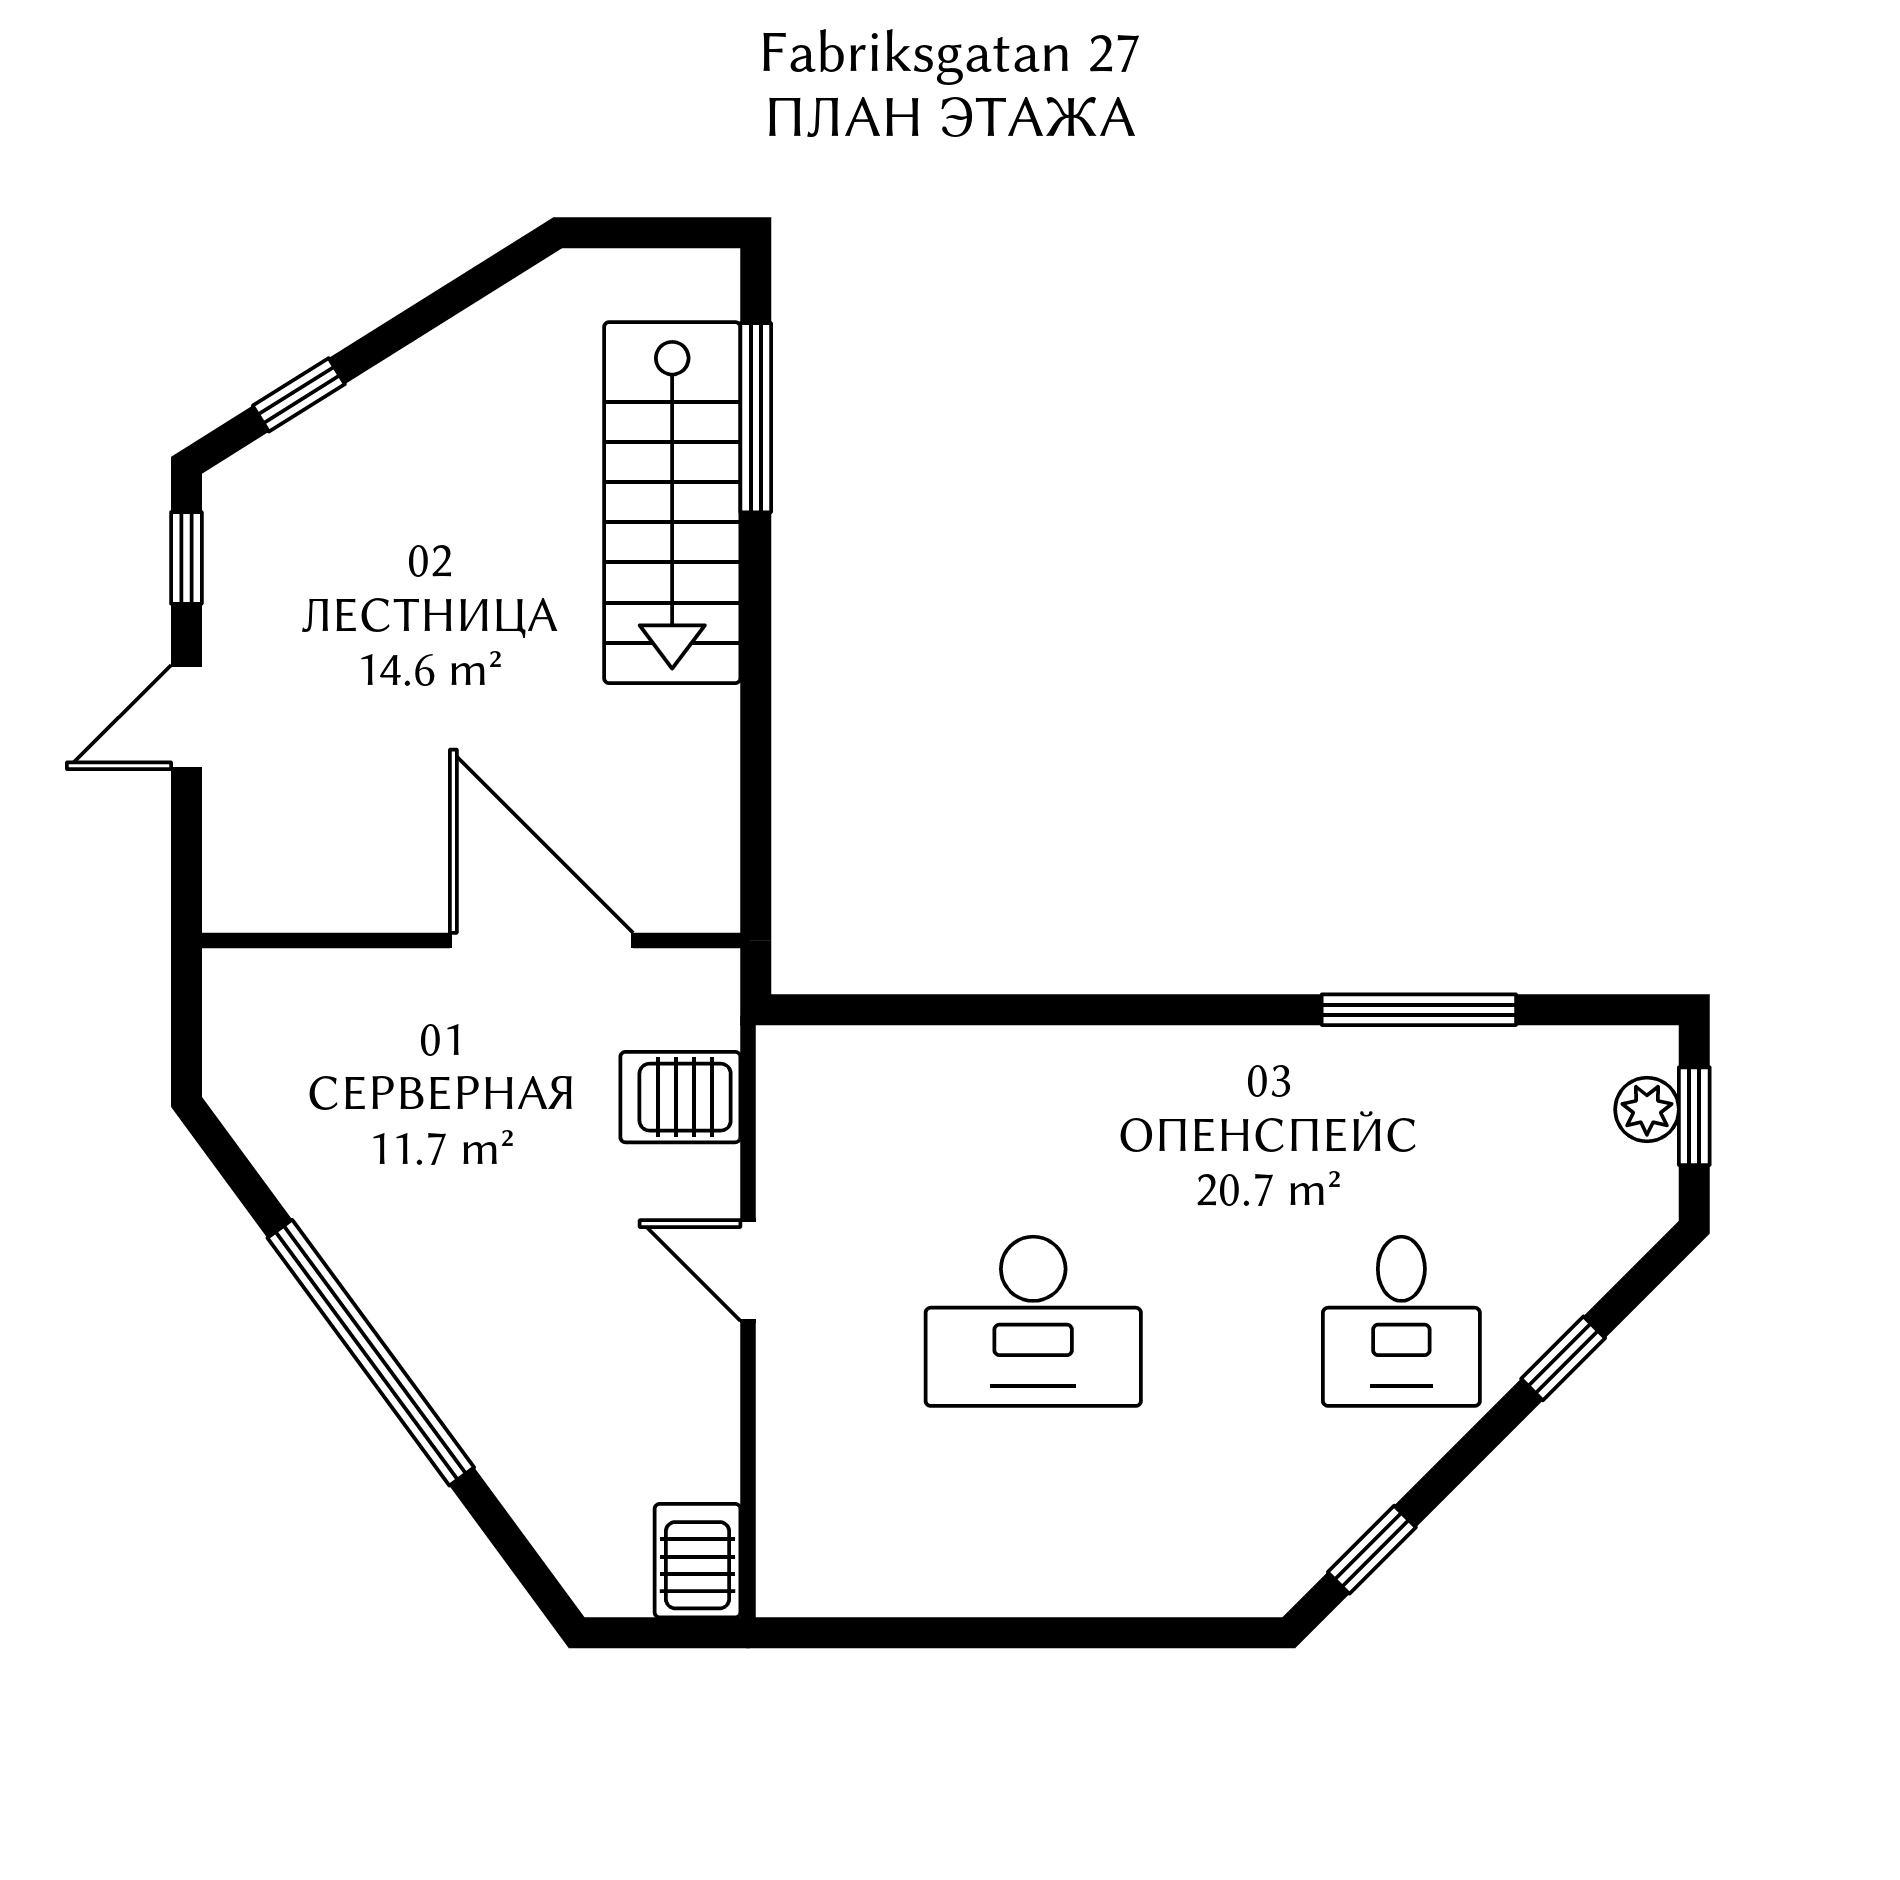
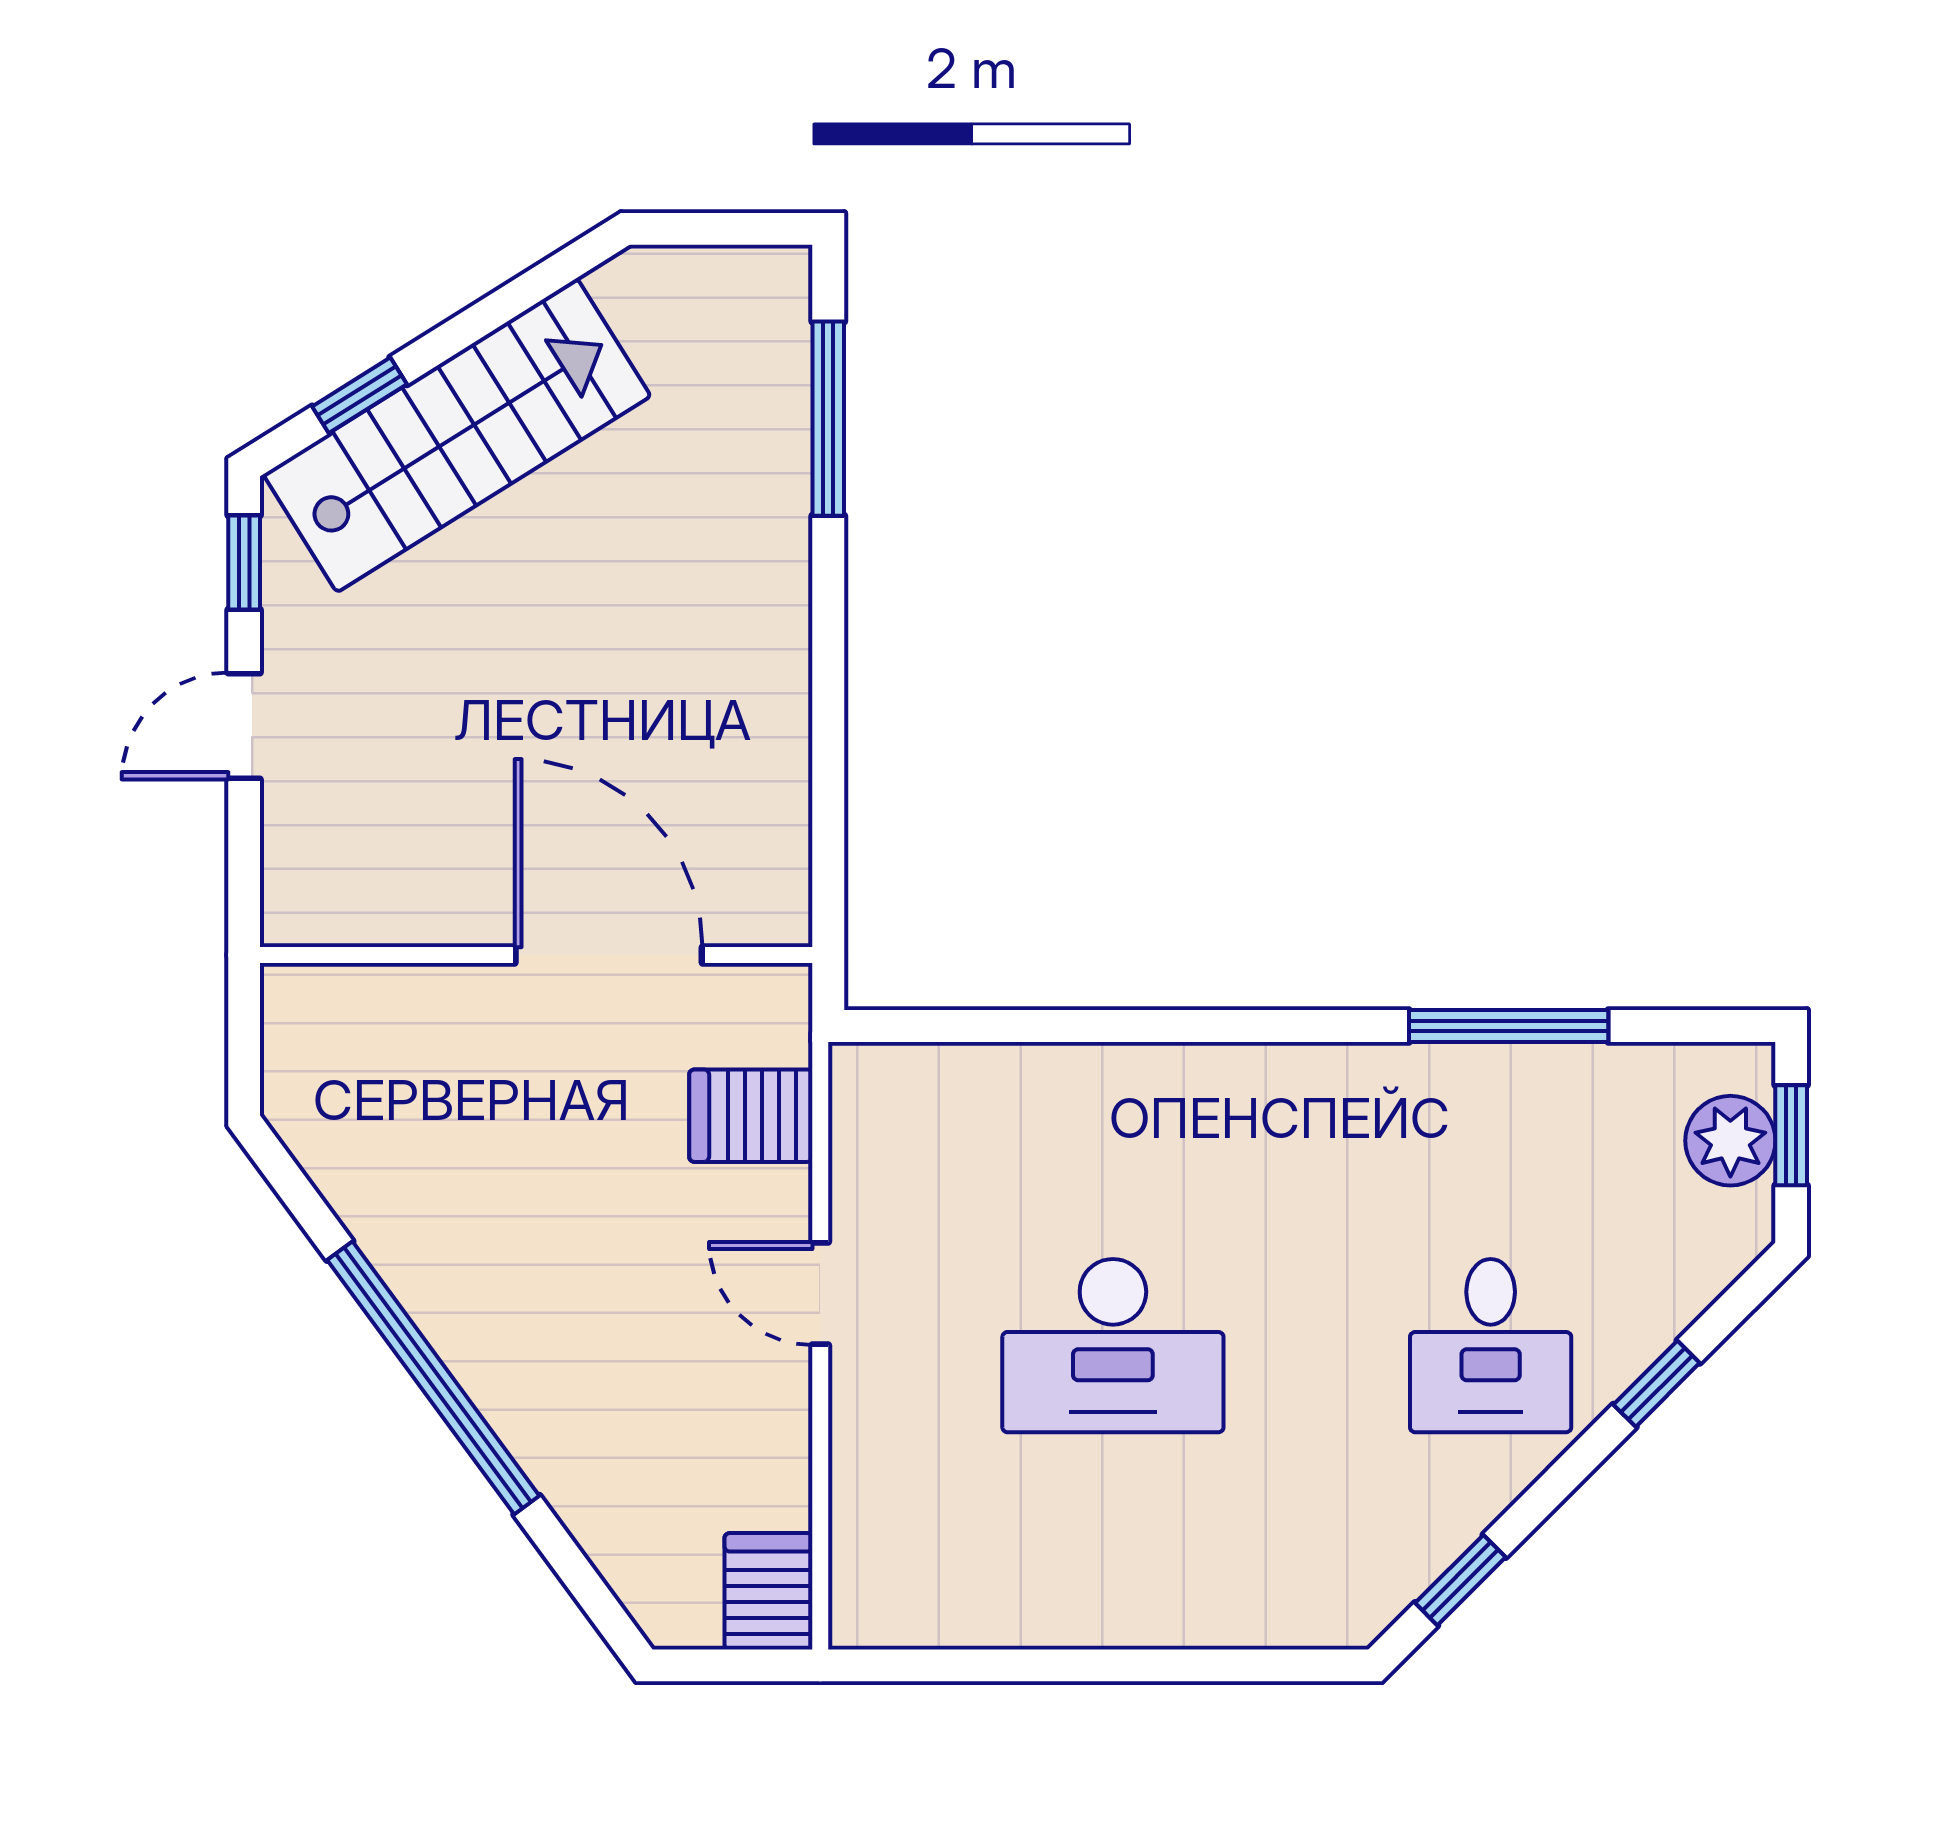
stairs: (672, 503) -> (457, 435), moved, turned -122
plant: (1647, 1110) -> (1730, 1141), width x1.38, depth x1.38

